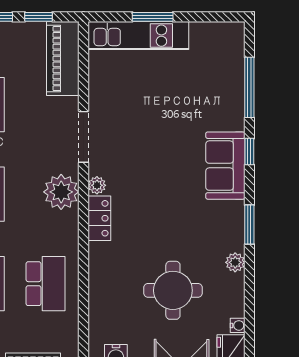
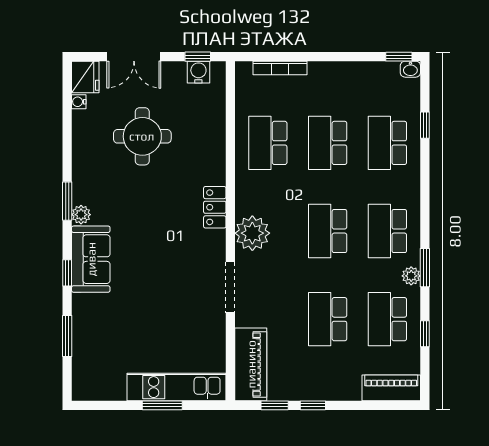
window: (249, 87) -> (67, 336), width x0.69
plant: (97, 185) -> (217, 240), removed
plant: (235, 262) -> (81, 215), moved

